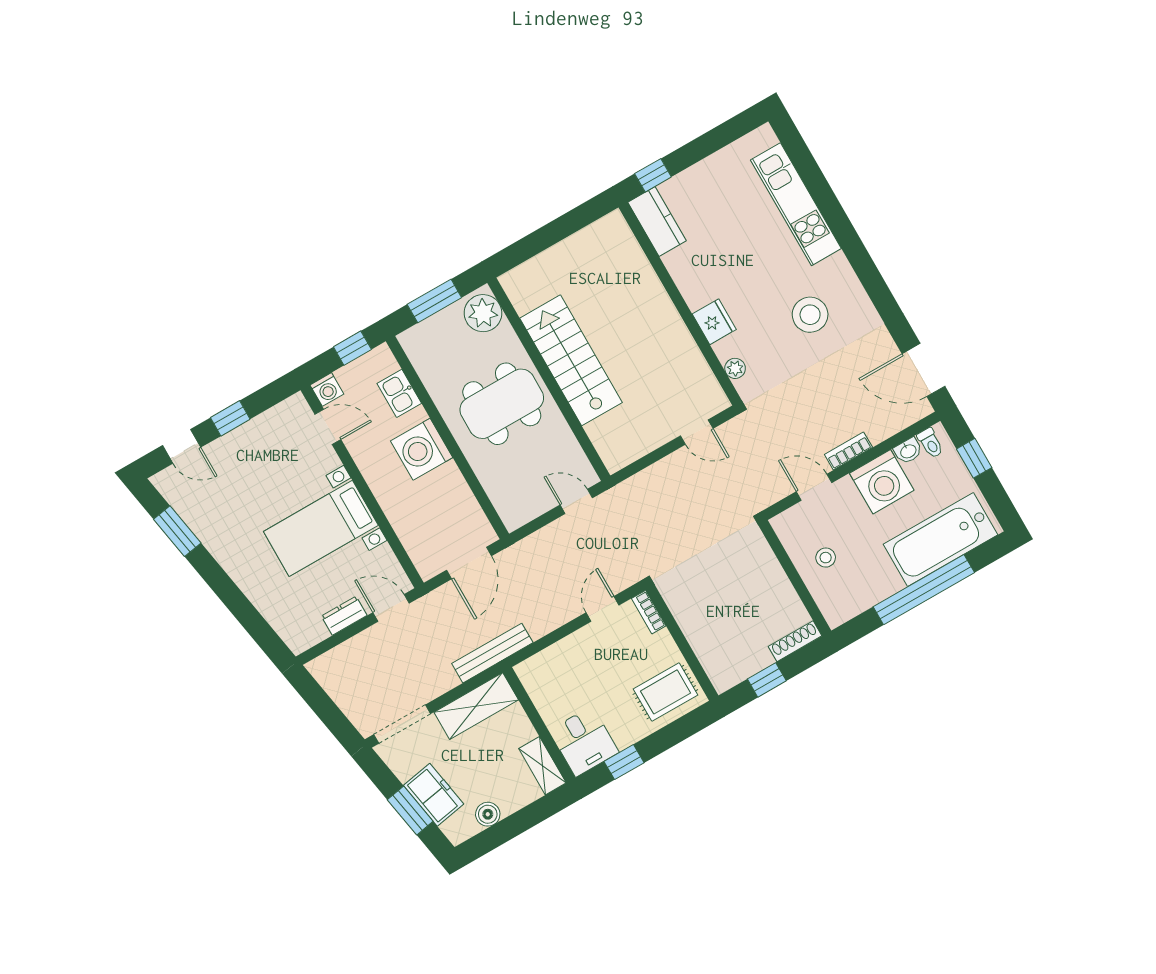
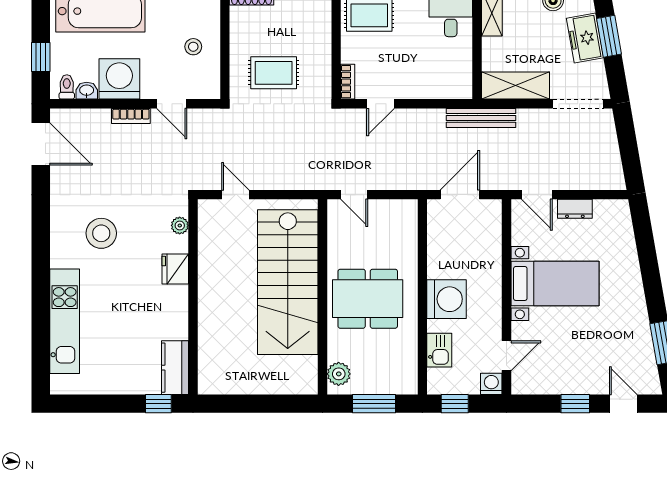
plant: (483, 313) -> (339, 374), width x0.73, depth x0.73
stairs: (571, 360) -> (288, 282), width x1.36, depth x1.51
door: (328, 427) -> (506, 356), swing flipped
rug: (729, 578) -> (274, 73), added

